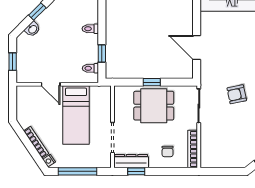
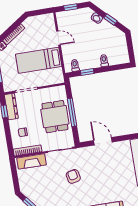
door: (197, 48) -> (103, 141), hinge flipped
window: (152, 82) -> (72, 112), width x2.17
door: (51, 84) -> (58, 38), swing flipped
fireplace: (208, 146) -> (32, 161), added

